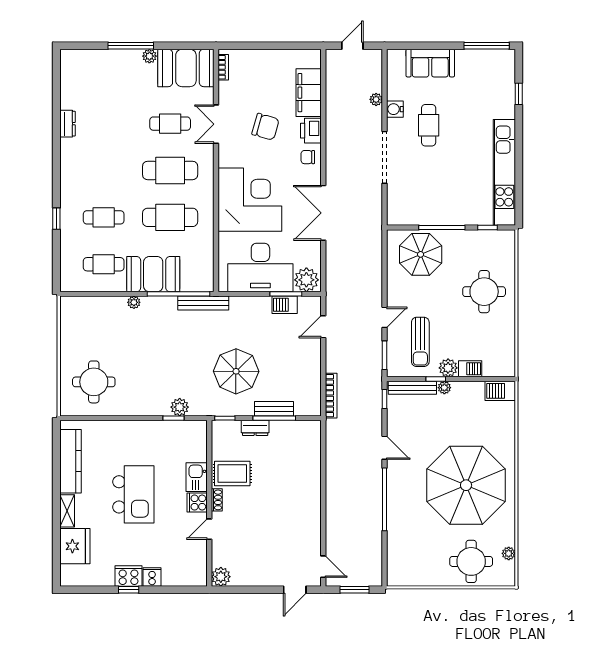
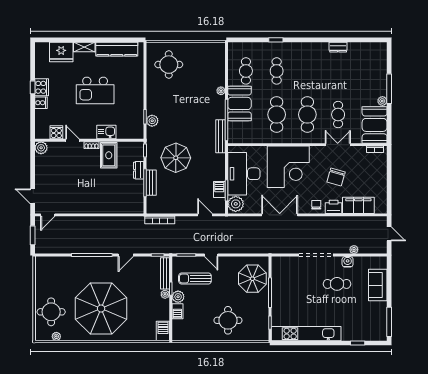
cooker: (197, 503) -> (56, 132), moved

